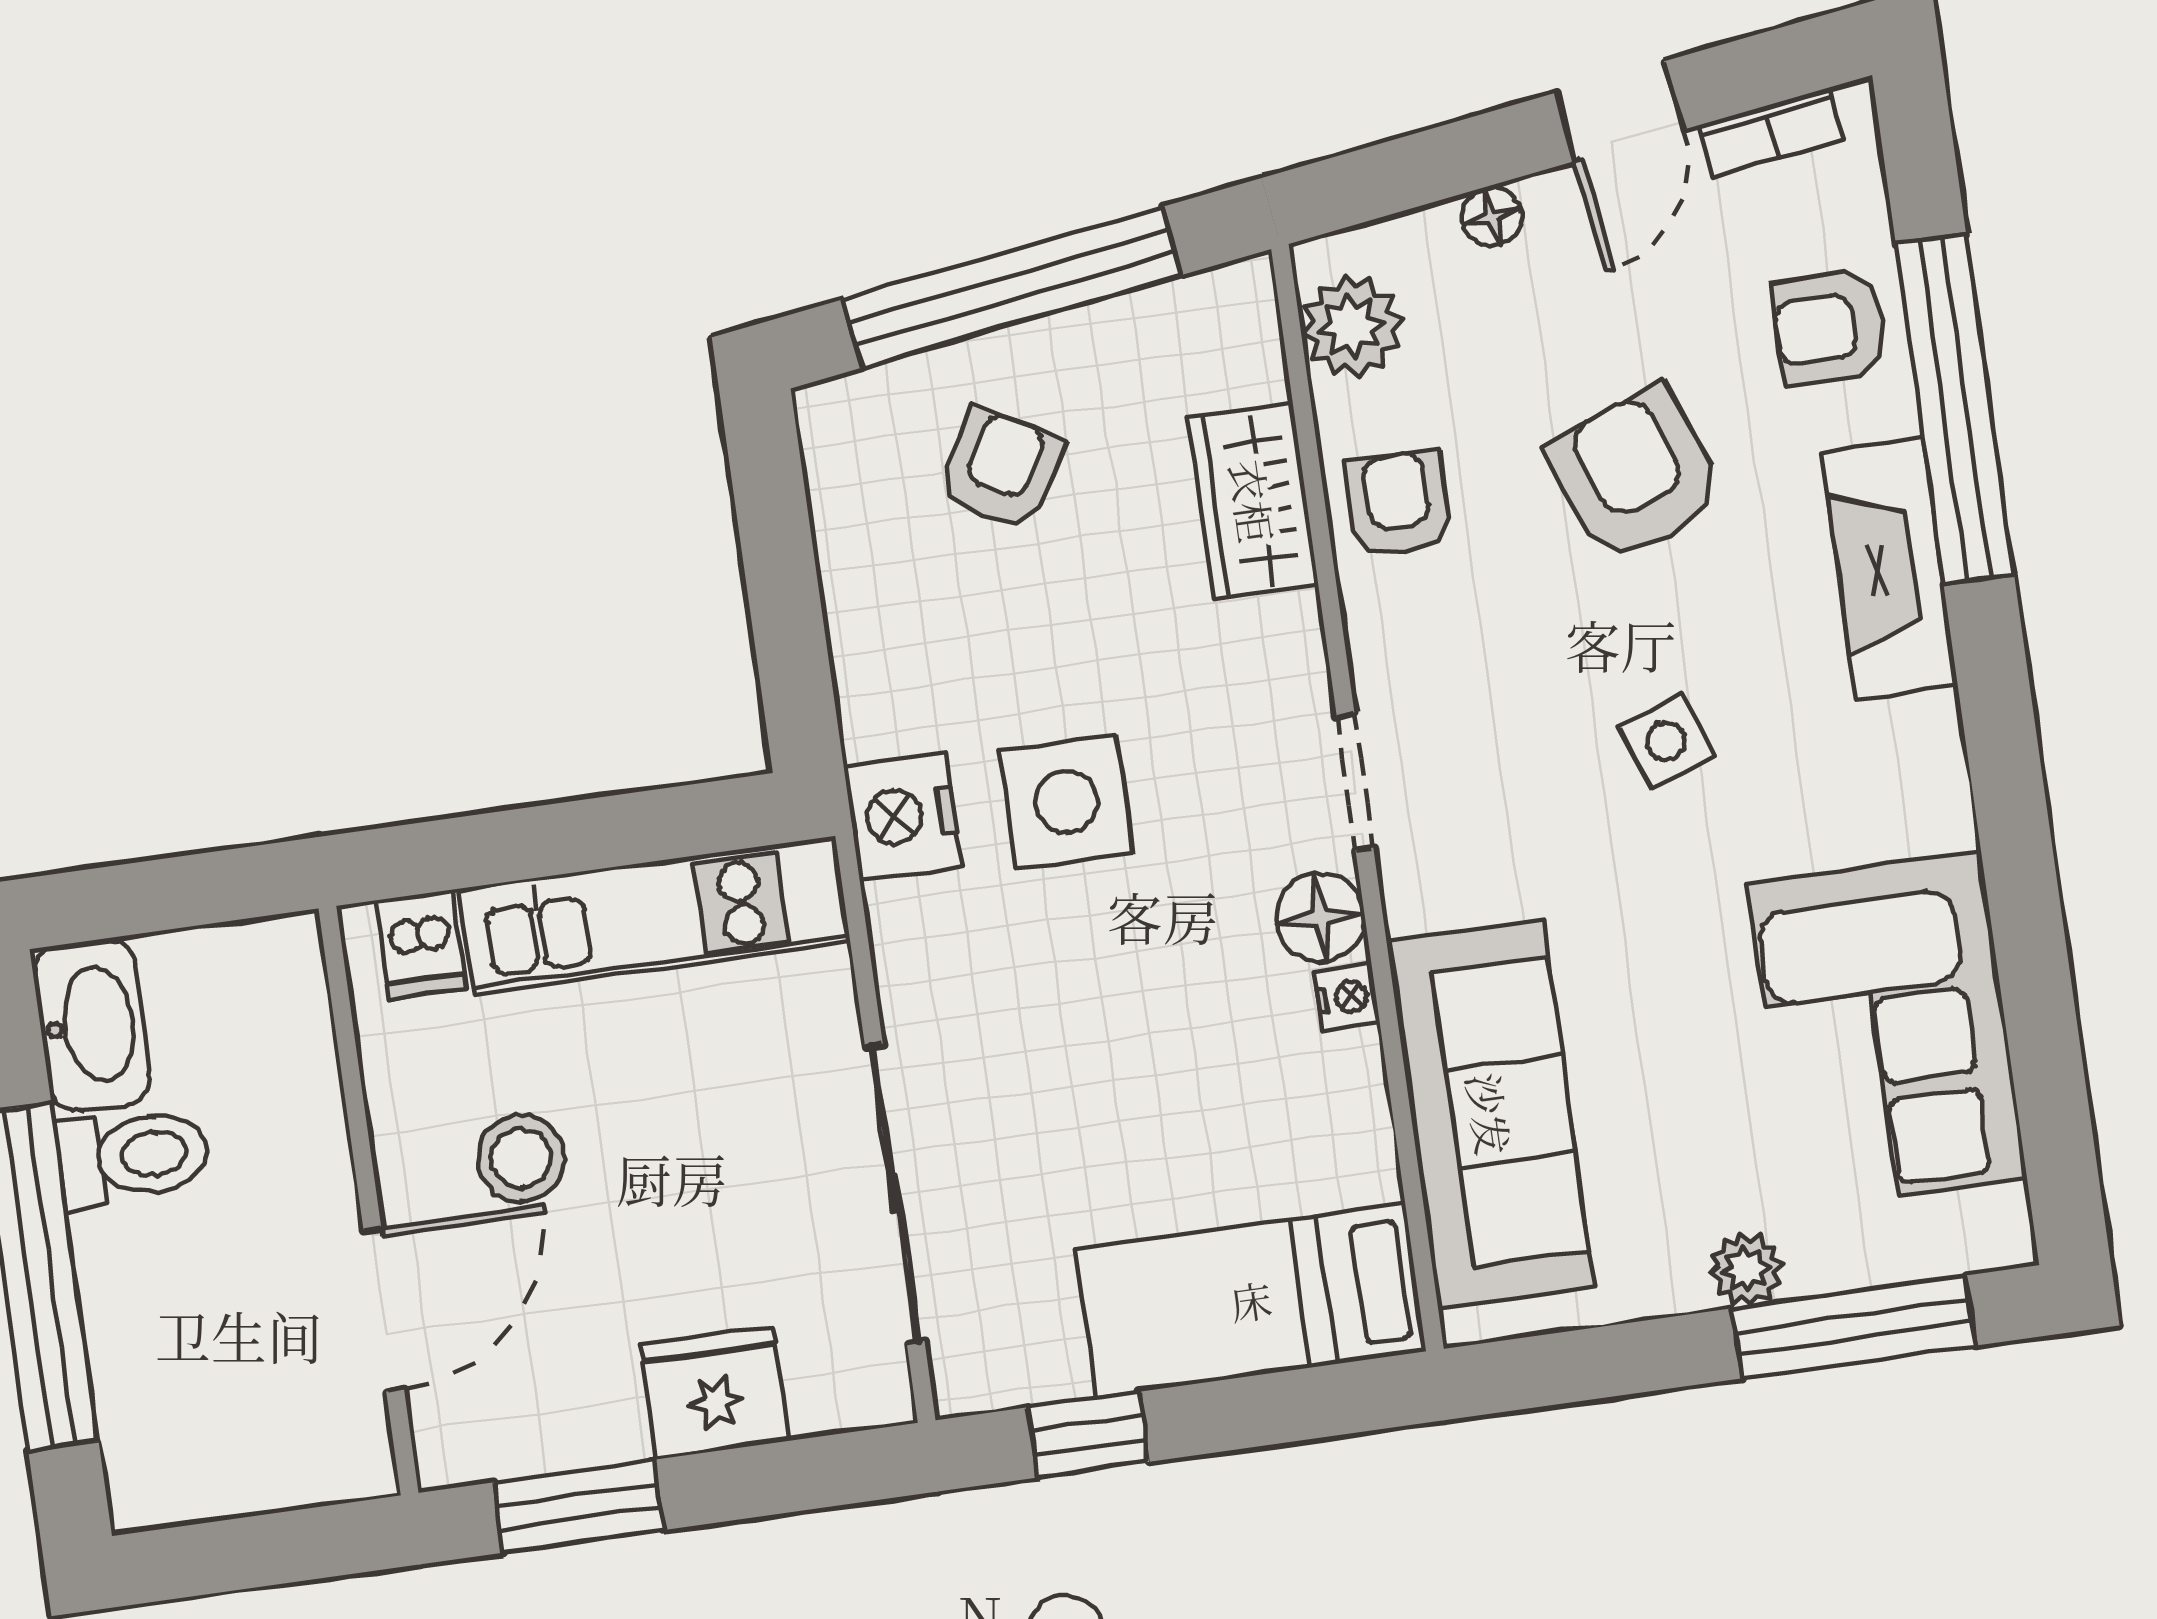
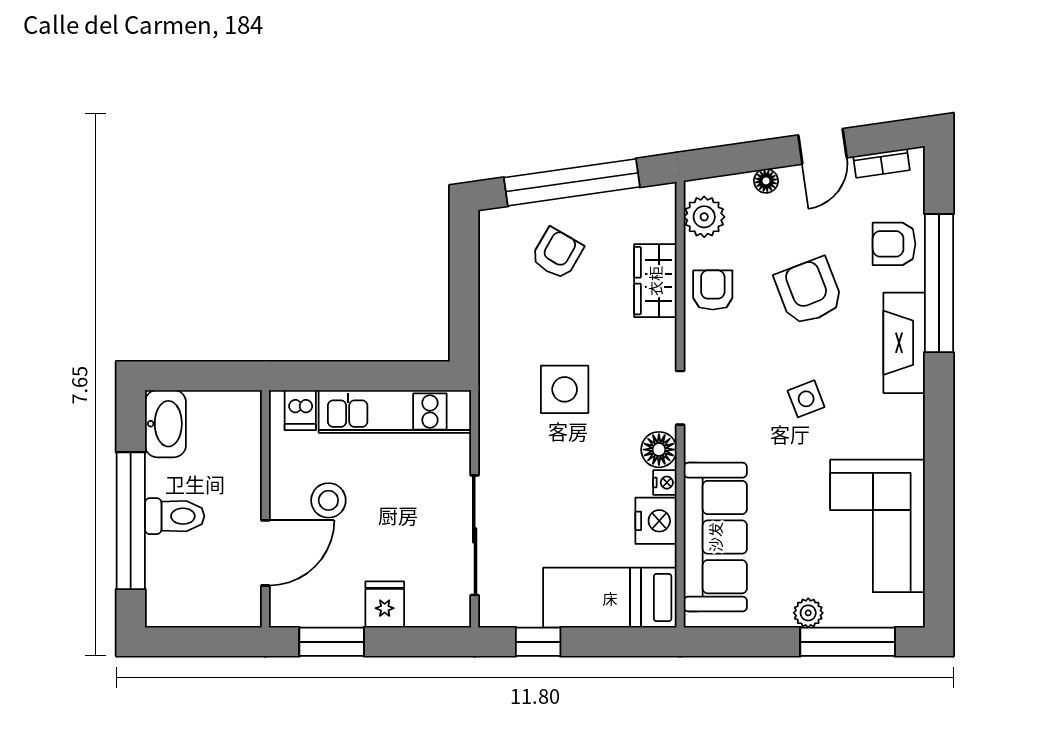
nightstand: (903, 816) -> (656, 521), moved, turned 180
toilet: (133, 1157) -> (175, 516), moved
fridge: (715, 1393) -> (385, 604), width x0.72

